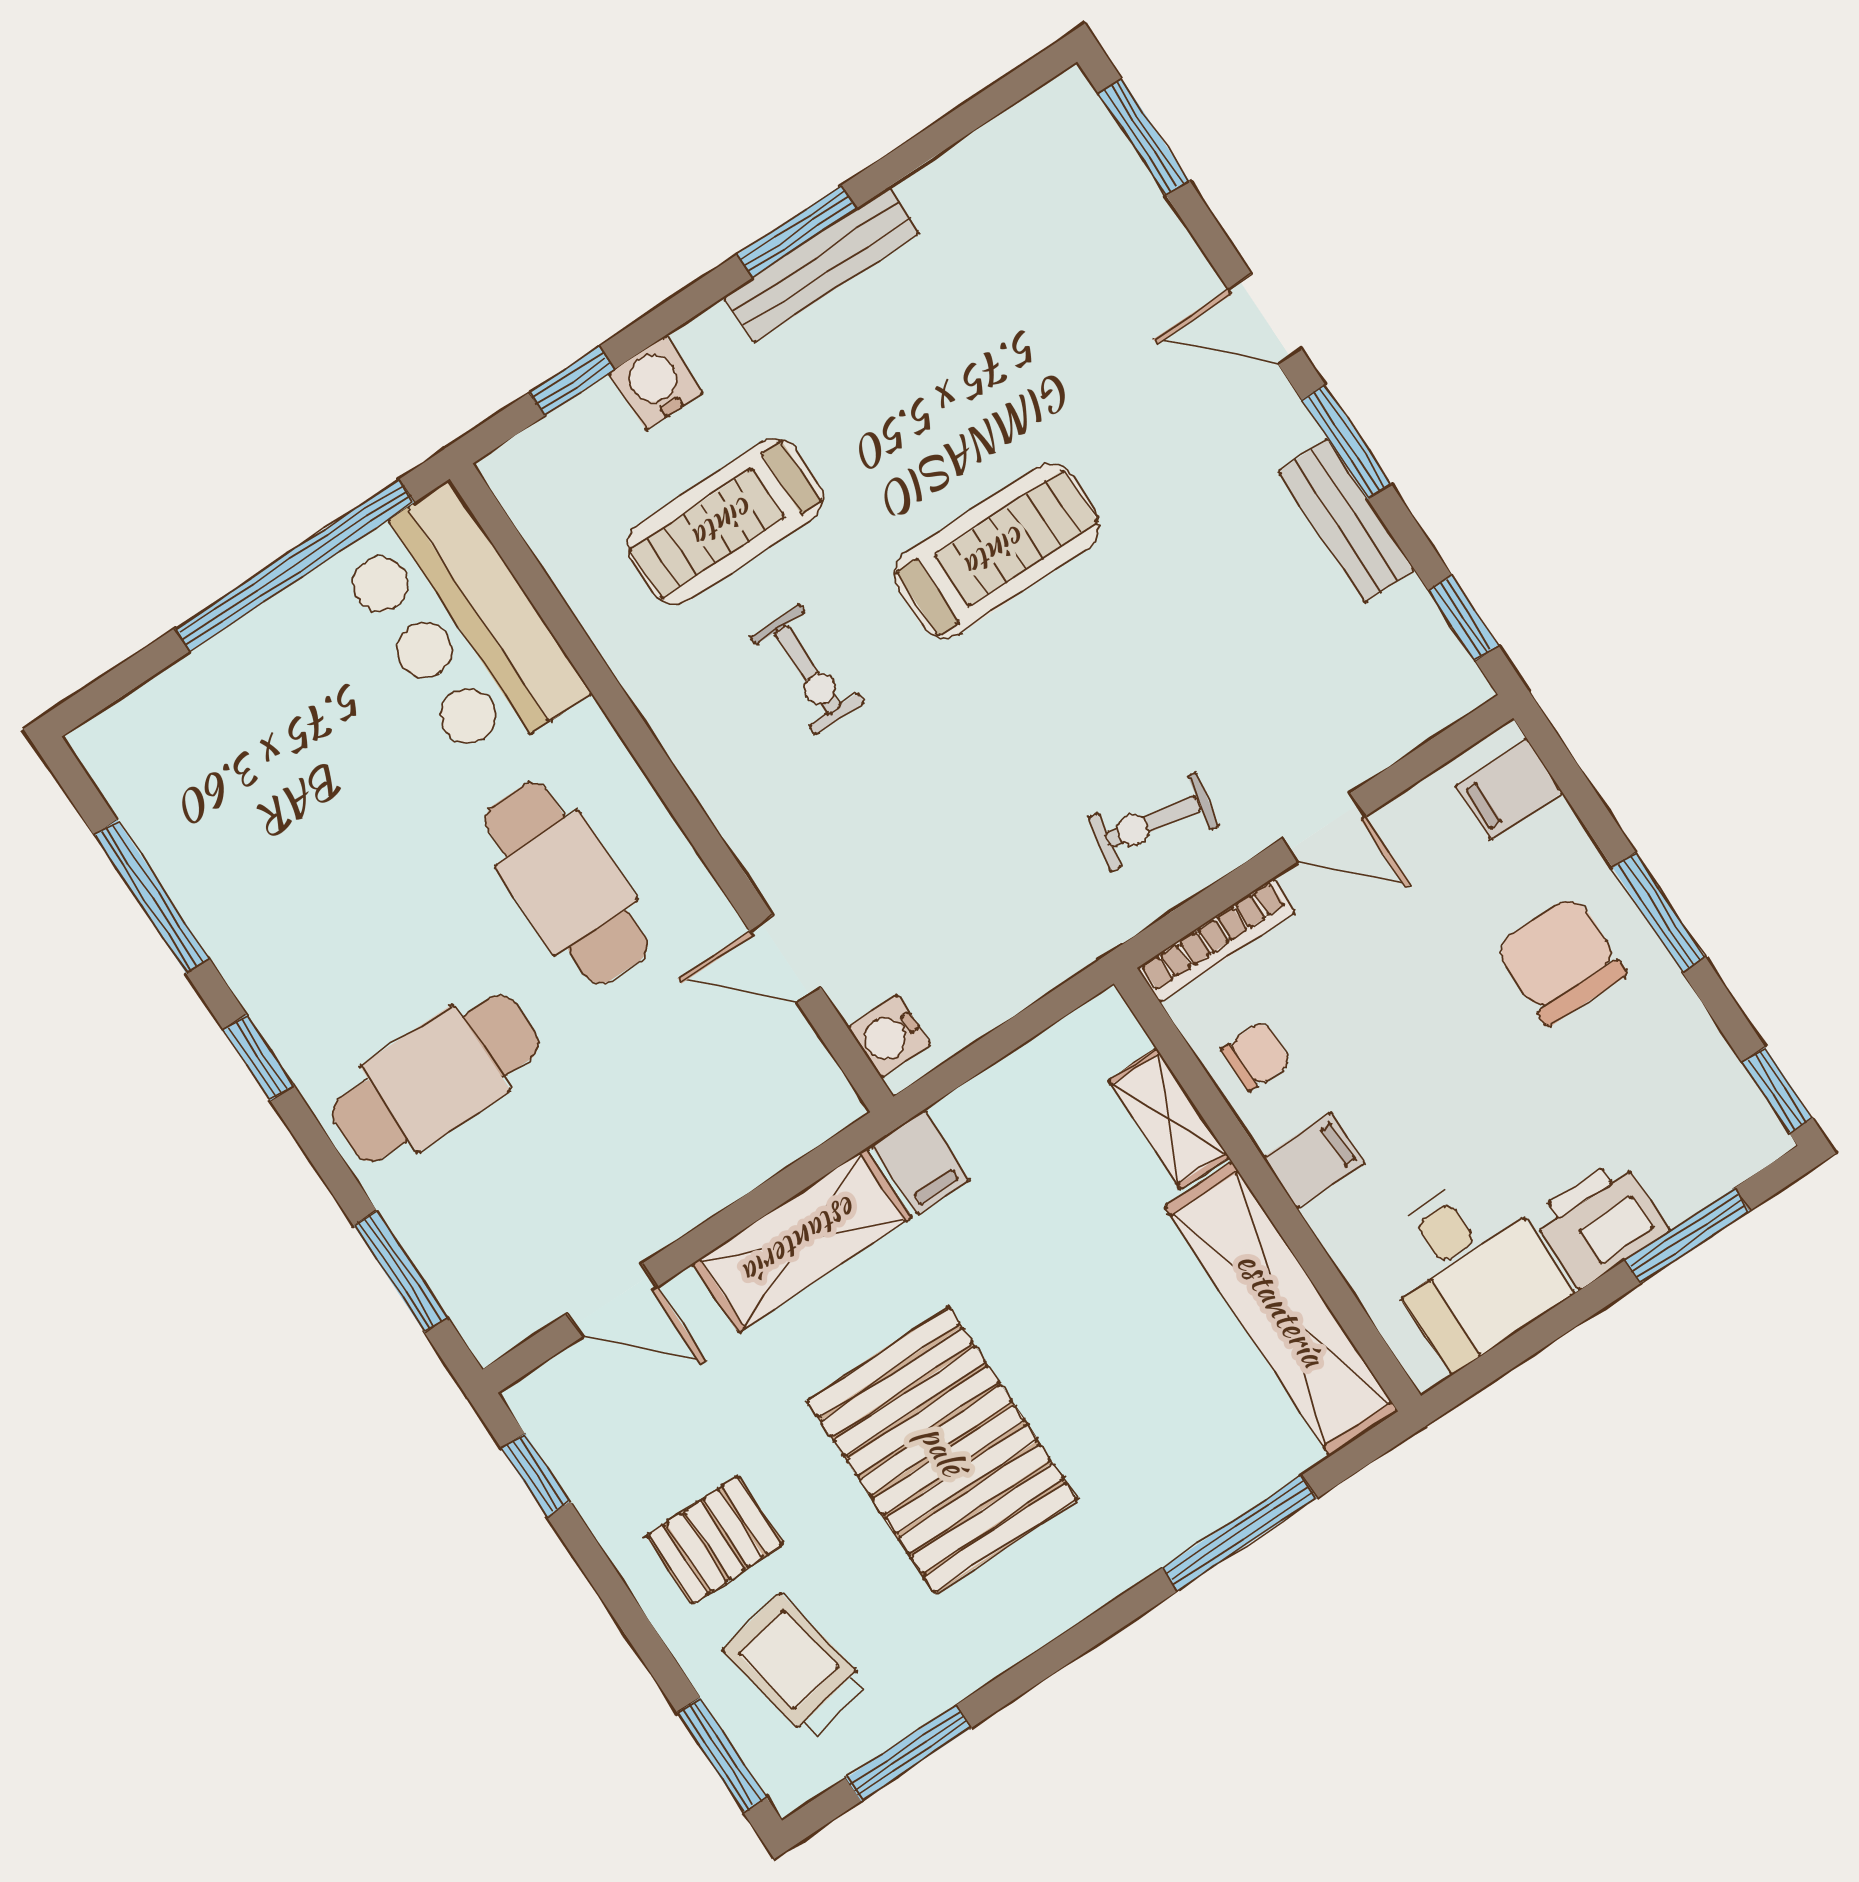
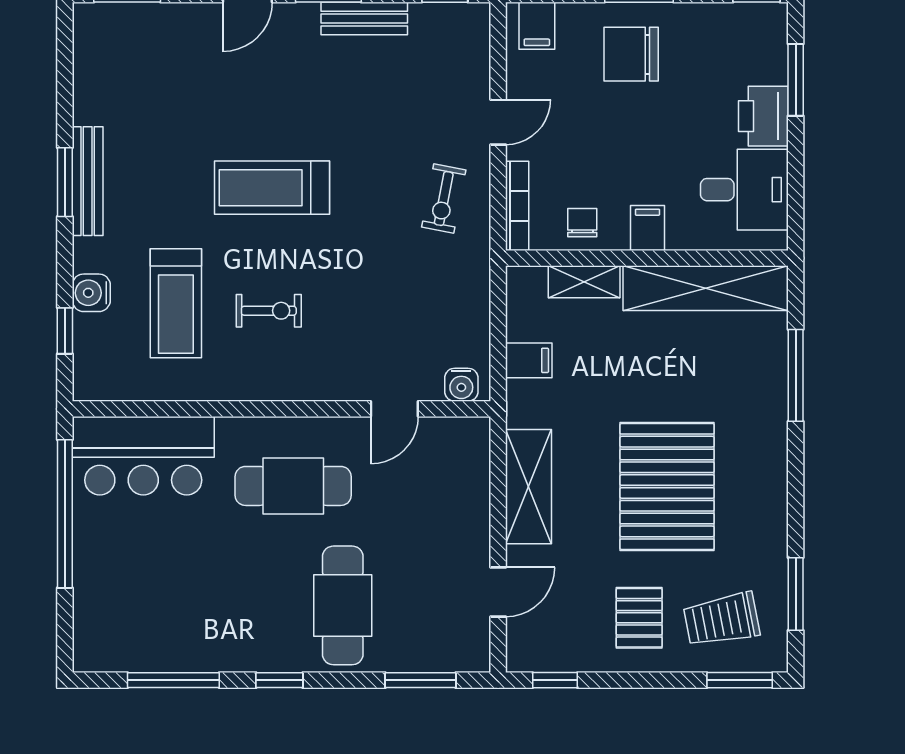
treadmill: (997, 551) -> (272, 188), turned -90
filing cabinet: (920, 1163) -> (529, 360), moved
pallet: (942, 1450) -> (667, 487), turned 90

